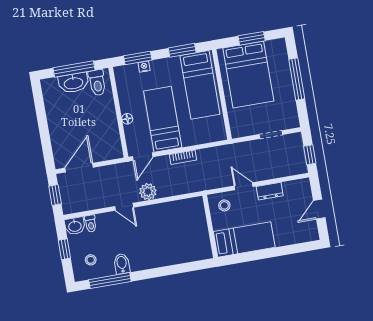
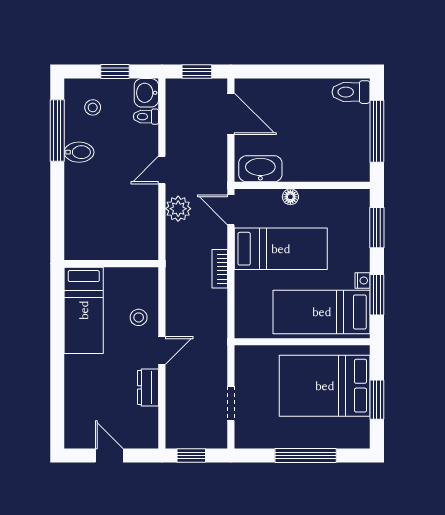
nightstand: (144, 67) -> (363, 281), moved
washbasin: (73, 83) -> (260, 169), moved, turned 90
toilet: (97, 83) -> (351, 92), moved
wall: (210, 226) -> (111, 264), moved
bed: (244, 239) -> (84, 310), moved

